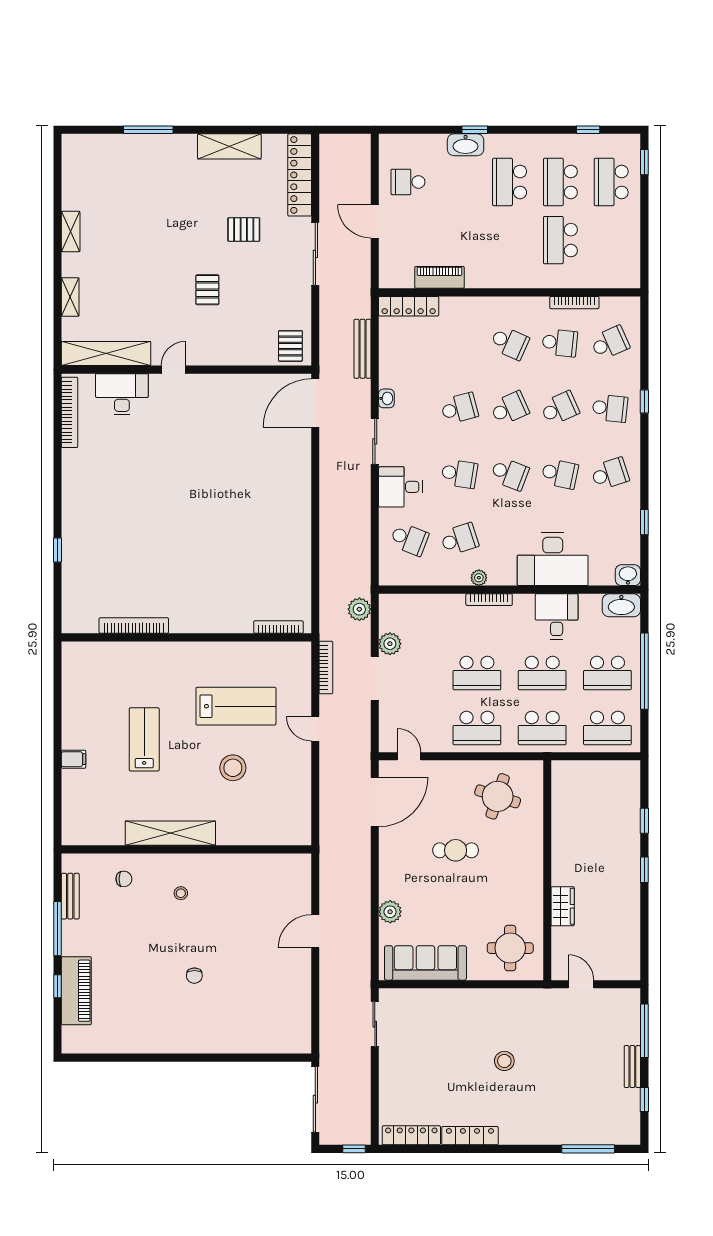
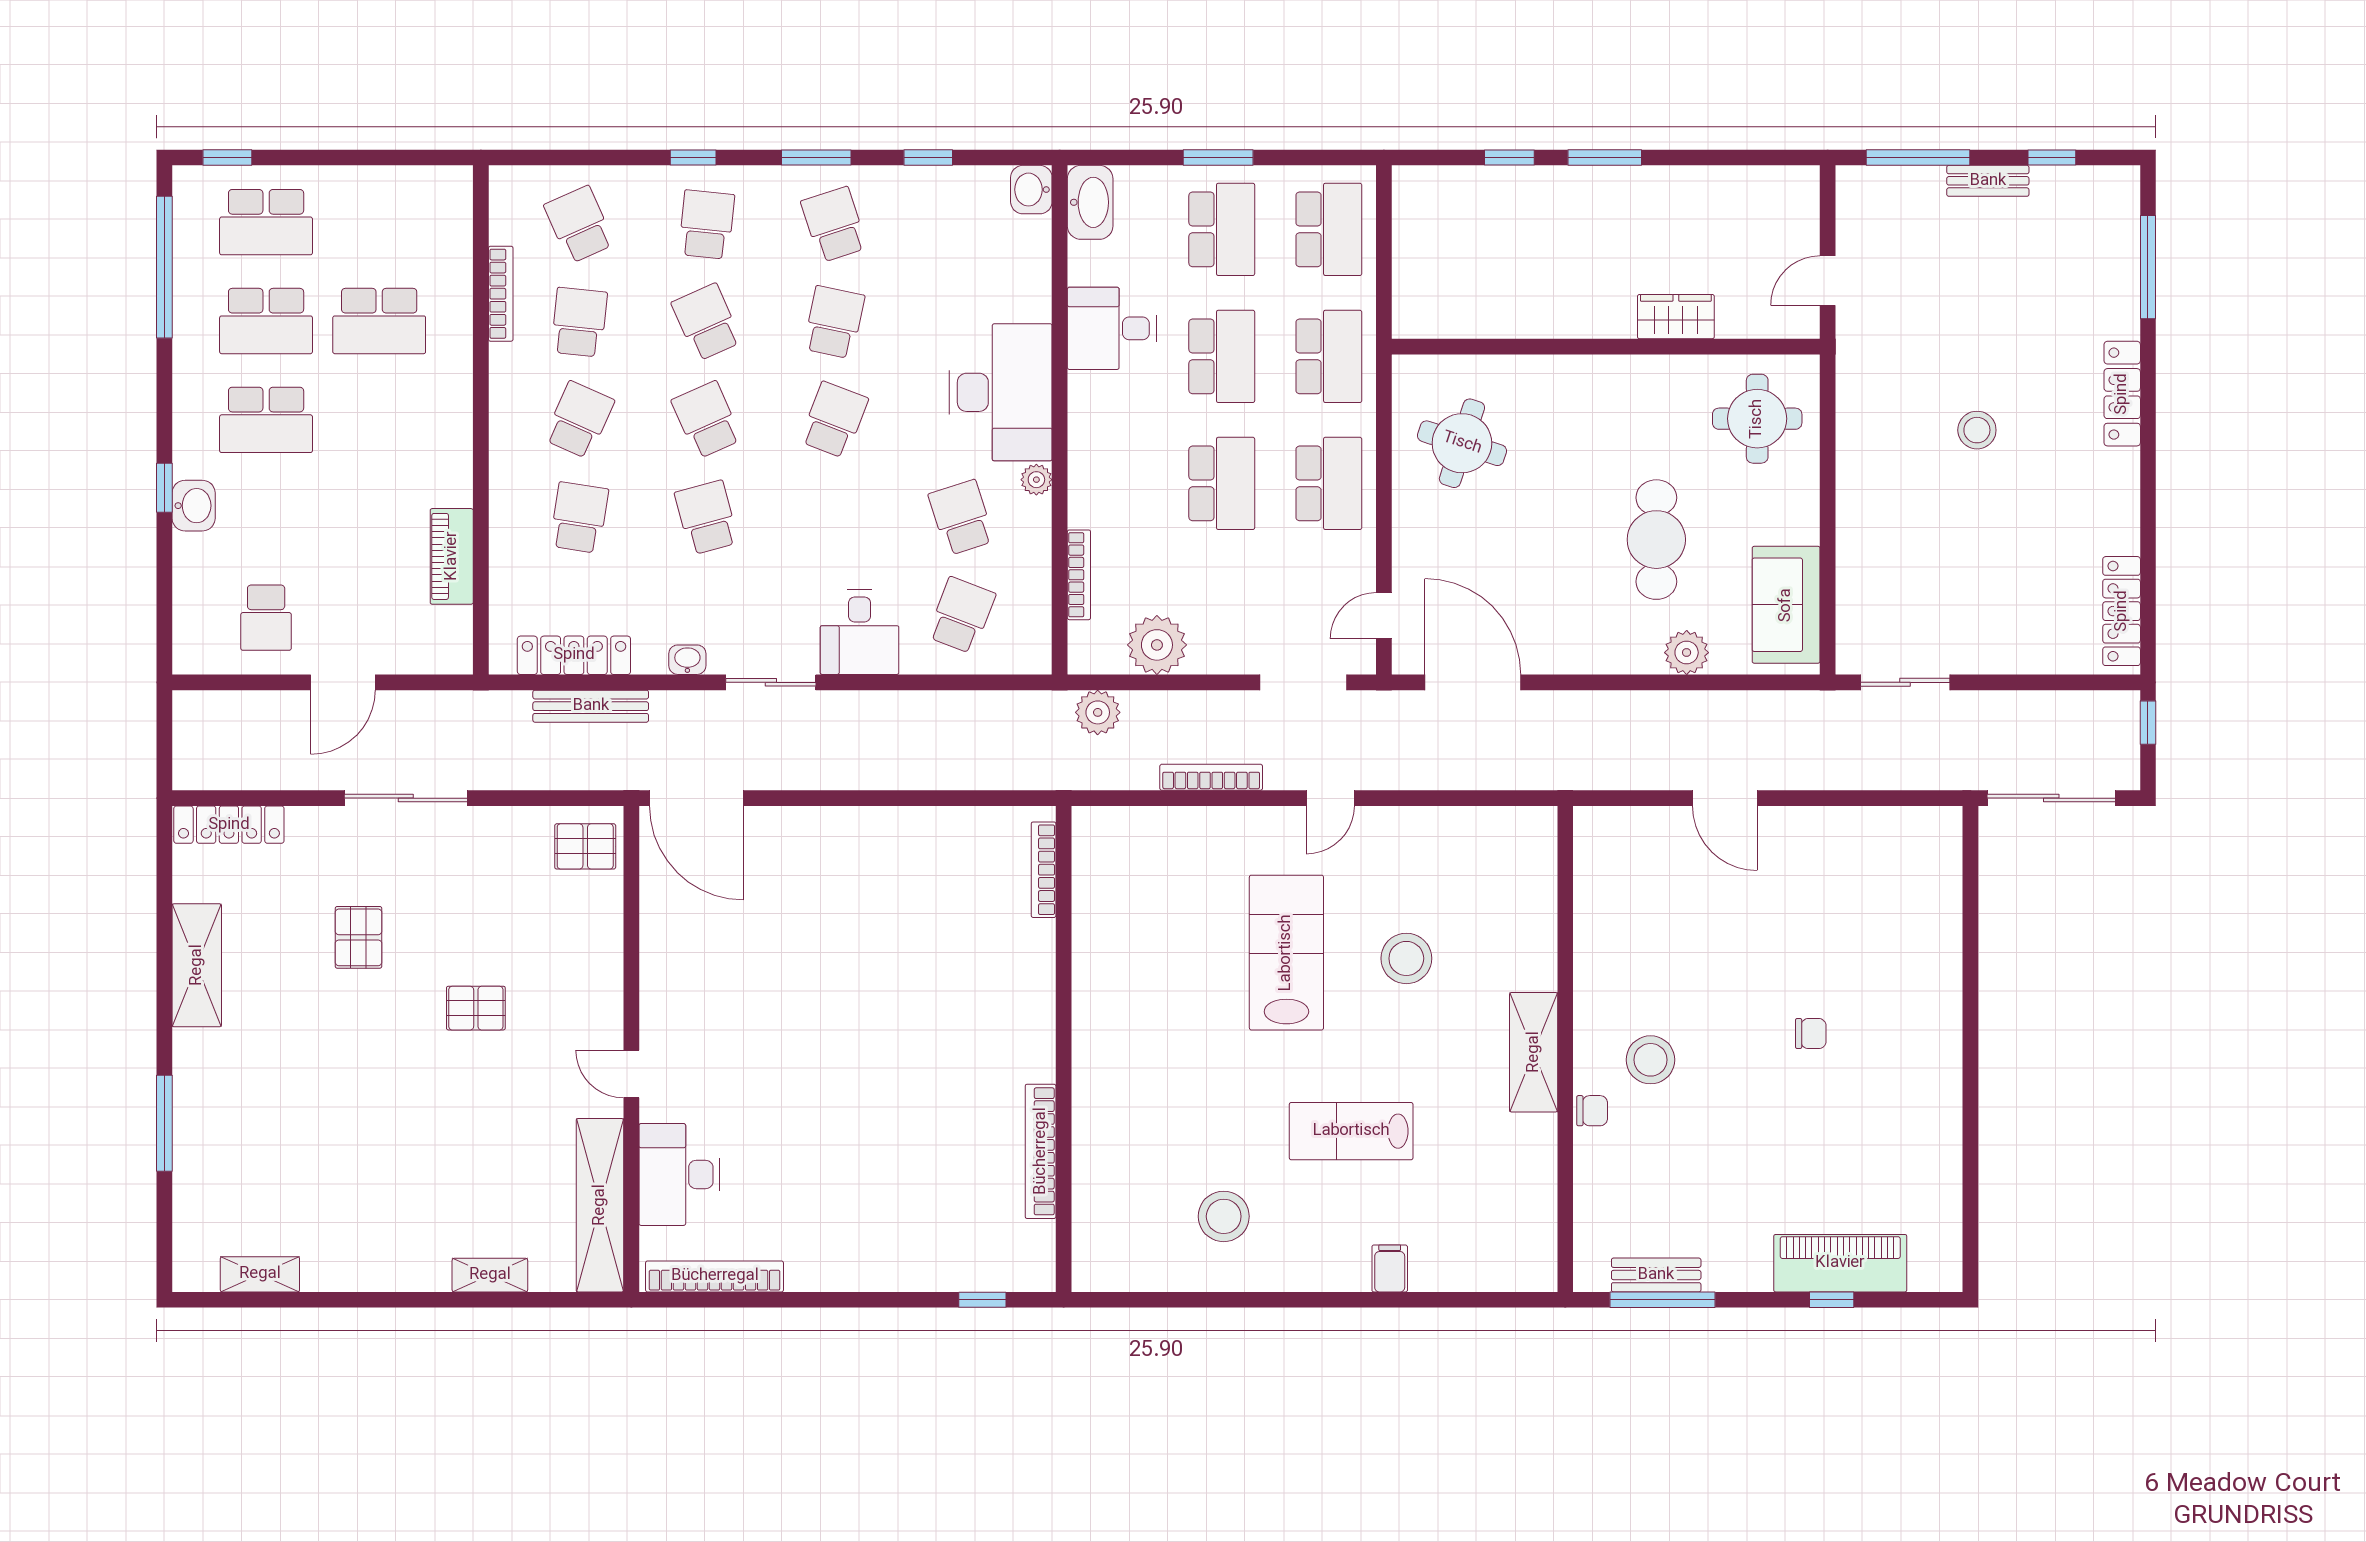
window: (588, 130) -> (164, 267), width x3.17
washbasin: (466, 145) -> (194, 506), width x0.72
locker: (300, 175) -> (229, 825), width x0.71, depth x0.83
shelving: (71, 232) -> (260, 1274), moved
locker: (409, 306) -> (574, 655), moved, turned -90
window: (644, 465) -> (816, 157), added
school desk: (459, 474) -> (579, 518), moved
desk: (553, 559) -> (1001, 392), moved
bookcase: (489, 600) -> (1079, 575), moved
bookcase: (134, 625) -> (1041, 1151), moved
bookcase: (278, 627) -> (1044, 870), moved
wall: (186, 637) -> (1064, 1049), moved
plant: (390, 644) -> (1157, 645), width x1.36, depth x1.36
window: (644, 671) -> (1218, 157), width x0.47
stool: (100, 674) -> (1224, 1216), added
doorway: (375, 678) -> (1303, 682), moved
shelving: (170, 833) -> (1534, 1052), width x0.68
cafe table: (456, 850) -> (1656, 540), moved, width x1.37, depth x1.35
window: (644, 870) -> (1605, 157), width x1.50
chair: (124, 879) -> (1592, 1111), moved, turned 90
stool: (181, 893) -> (1650, 1060), width x1.89, depth x1.89
window: (58, 929) -> (1663, 1300), moved
sofa: (425, 963) -> (1786, 605), width x0.73
locker: (470, 1136) -> (2122, 394), moved

